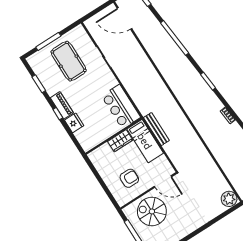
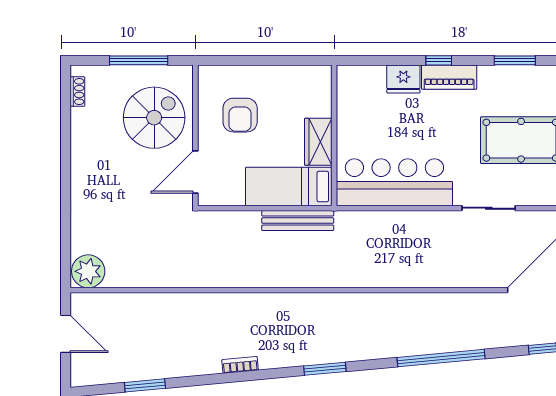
bar counter: (121, 107) -> (394, 182), width x1.36

